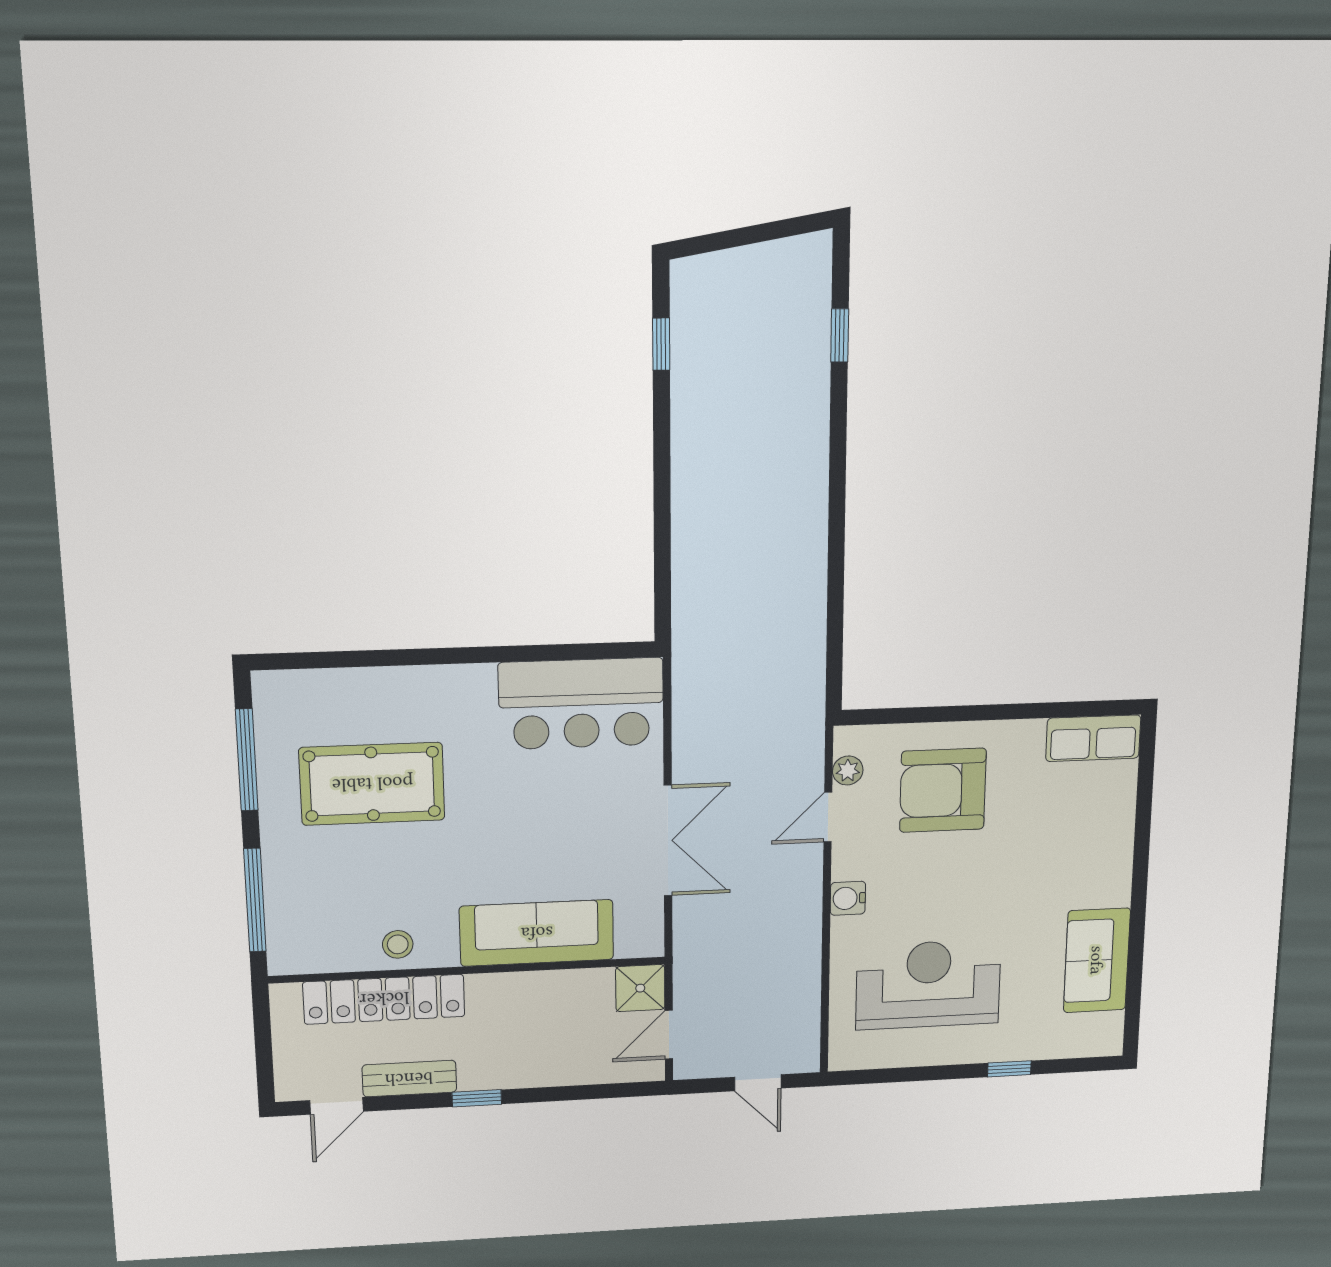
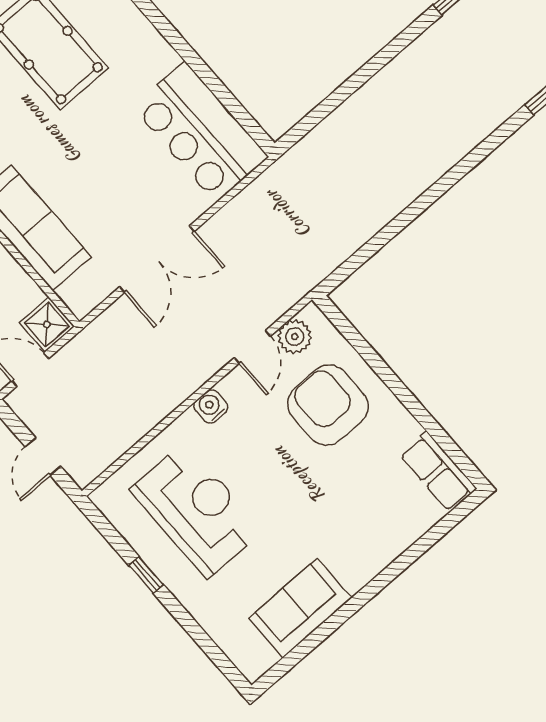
plant: (848, 770) -> (295, 337), width x1.38, depth x1.38
door: (828, 817) -> (252, 347), swing flipped
window: (1009, 1069) -> (146, 575), moved

